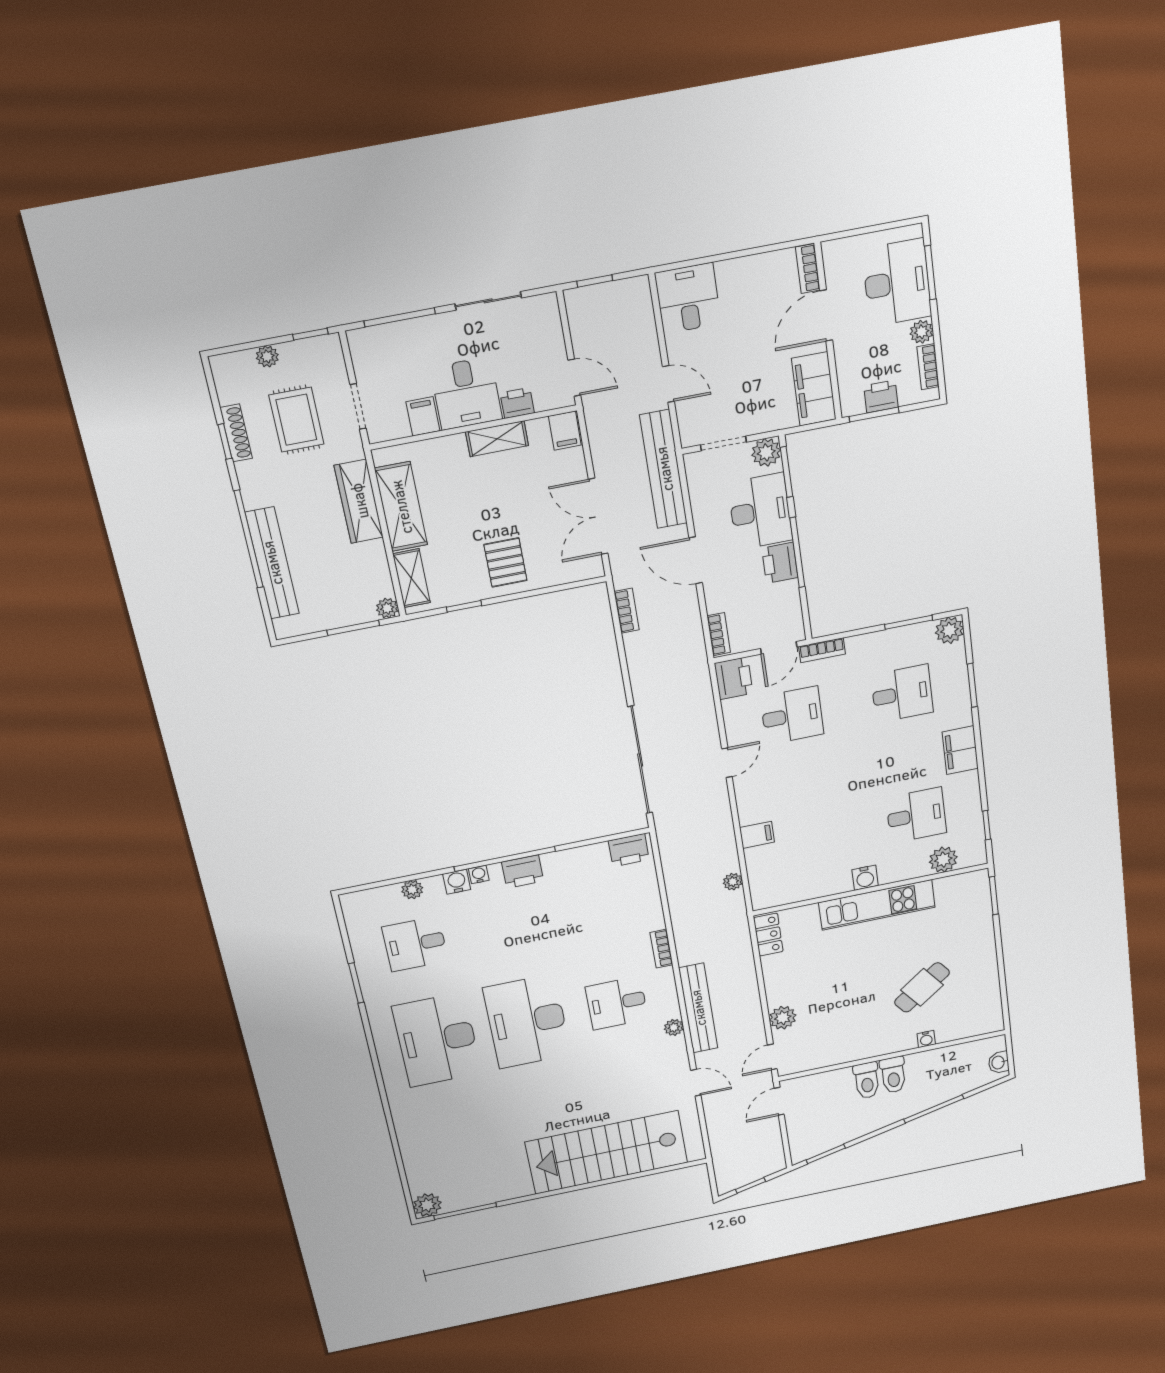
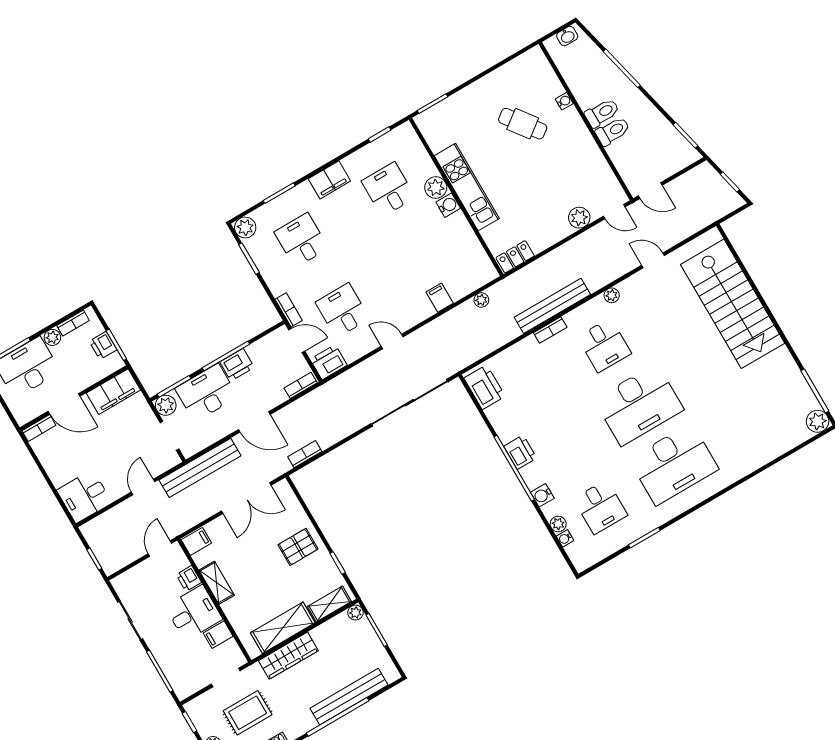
door: (696, 560) -> (254, 422), hinge flipped
printer: (629, 850) -> (485, 387), width x1.37, depth x1.19
plant: (943, 860) -> (436, 188), moved
water cooler: (479, 875) -> (565, 538), moved
bench: (698, 1008) -> (552, 306), moved
door: (696, 1083) -> (653, 260), hinge flipped

